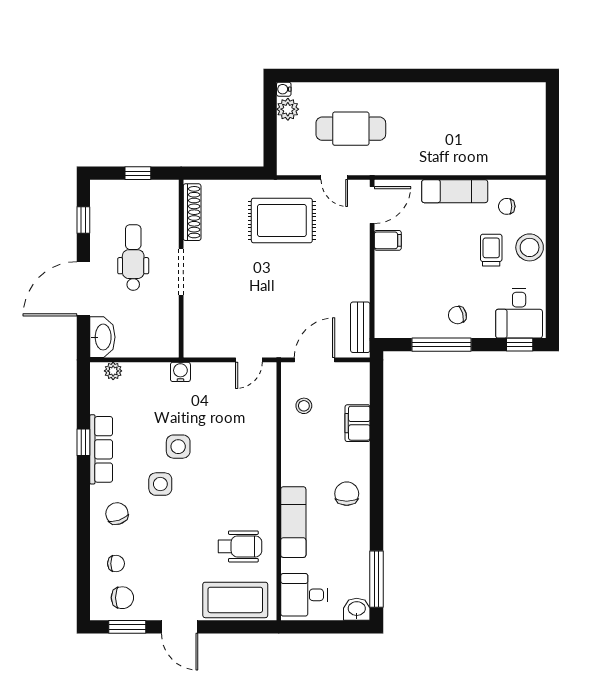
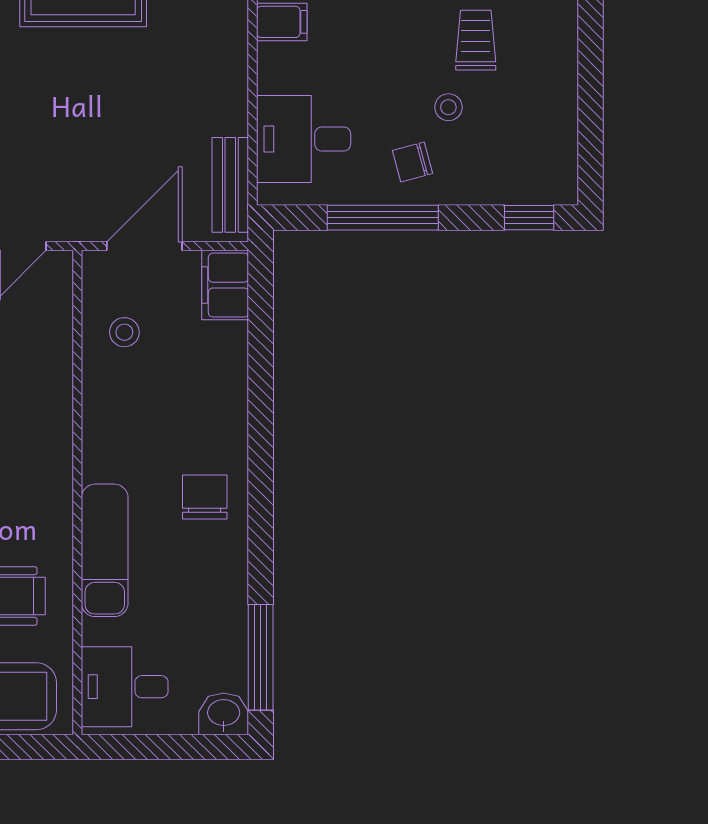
stool: (530, 247) -> (448, 107), moved, width x0.53, depth x0.53
desk: (519, 313) -> (304, 139), moved, turned 90
filing cabinet: (358, 423) -> (225, 285), moved

